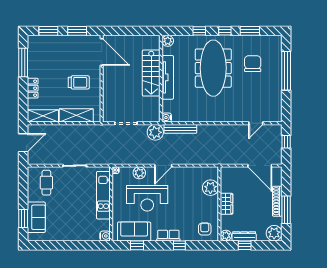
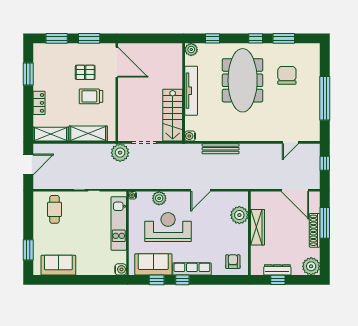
window: (199, 31) -> (212, 38), moved
pallet: (74, 61) -> (85, 72), added
window: (23, 62) -> (28, 74), width x0.69
window: (286, 71) -> (325, 98), moved
stairs: (151, 73) -> (173, 115), moved
trolley: (79, 82) -> (91, 96), turned 180
bench: (180, 129) -> (221, 149), moved
plant: (155, 132) -> (120, 153), moved
door: (163, 166) -> (201, 190), moved
reception desk: (147, 198) -> (168, 227), turned 180
wardrobe: (227, 204) -> (258, 227), width x1.50
window: (286, 210) -> (325, 223), moved
sofa: (36, 217) -> (58, 265), moved, turned -90
row of seats: (168, 236) -> (192, 269), width x1.48
plant: (226, 236) -> (257, 269), removed
window: (179, 245) -> (182, 280), moved

